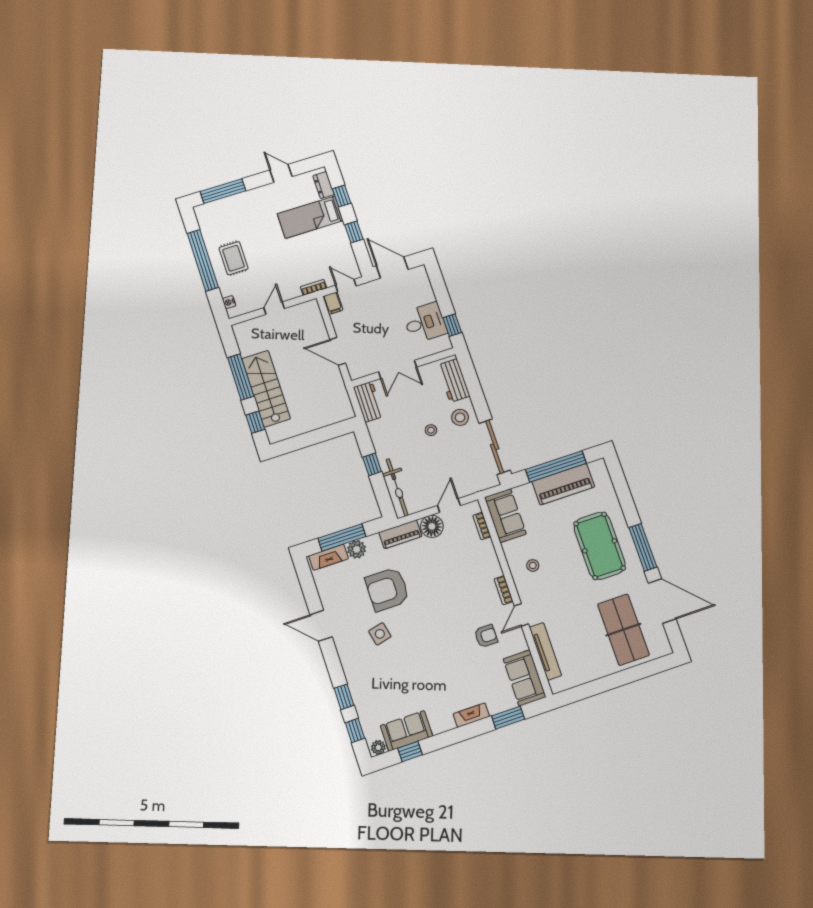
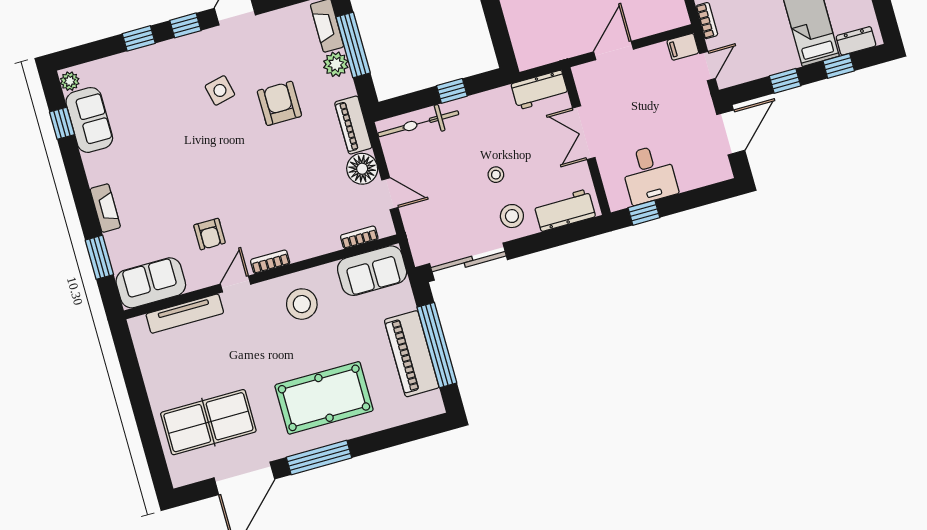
stool: (533, 565) -> (302, 304), width x1.89, depth x1.89
armchair: (387, 589) -> (279, 103), width x0.73, depth x0.73
door: (521, 615) -> (235, 284), hinge flipped
window: (355, 731) -> (185, 25), moved

